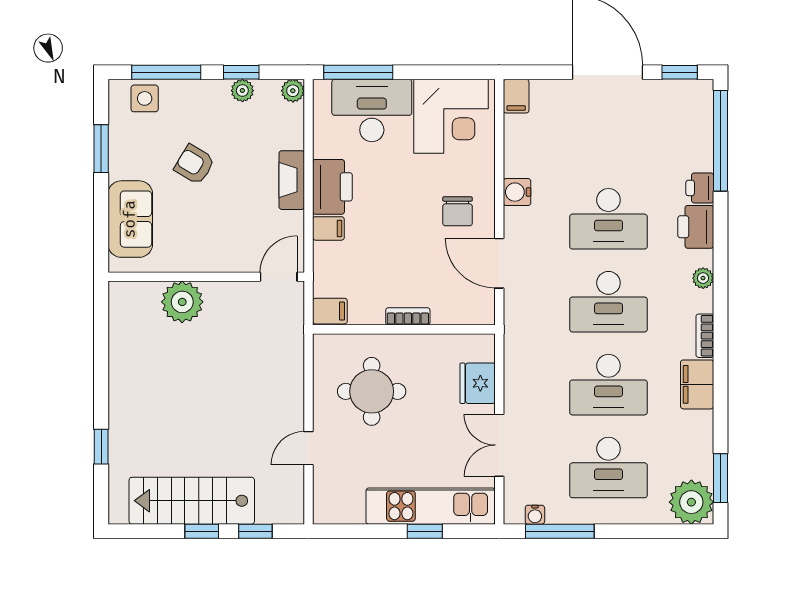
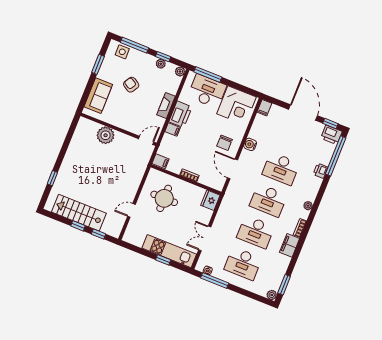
printer: (696, 227) -> (331, 135), moved, turned -90
fridge: (478, 383) -> (210, 200), moved
plant: (691, 502) -> (272, 295), width x0.53, depth x0.53

